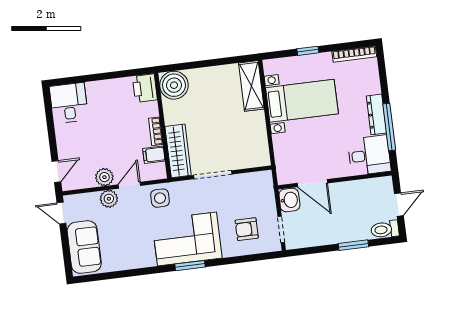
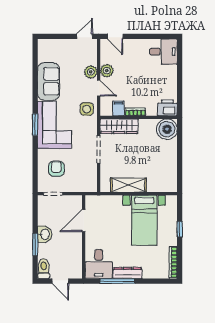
shelving: (251, 86) -> (128, 185), moved
washbasin: (289, 200) -> (45, 234), moved, turned -90
sofa: (84, 247) -> (49, 81), moved, turned -90

